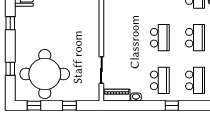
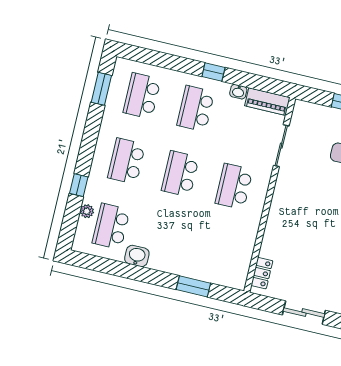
school desk: (125, 38) -> (234, 186), added
window: (172, 106) -> (213, 72), moved

